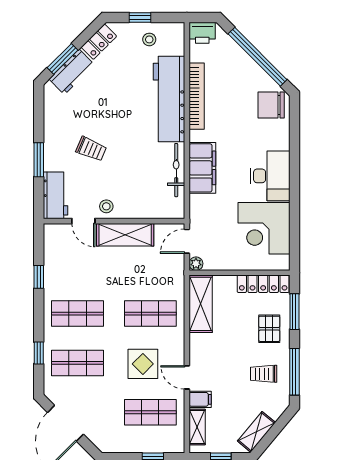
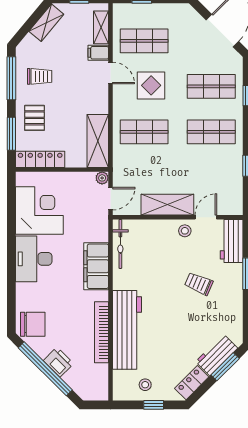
printer: (202, 33) -> (58, 362), moved, turned 45
bicycle: (176, 170) -> (120, 244), moved
door: (83, 221) -> (206, 217), hinge flipped

